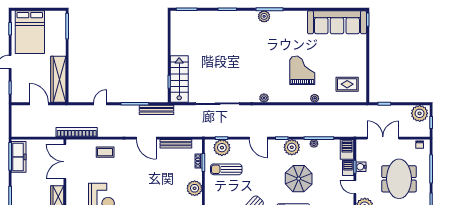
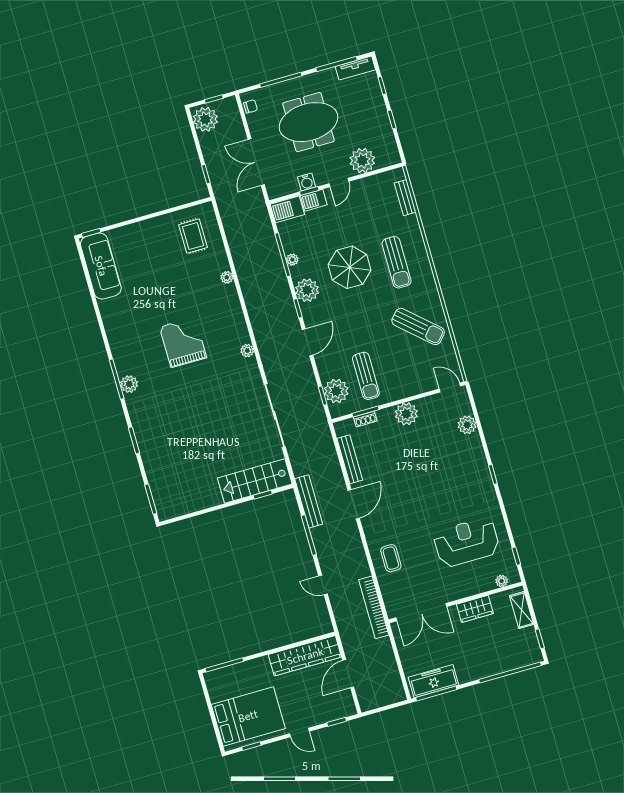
sofa: (337, 22) -> (101, 266), width x0.74, depth x0.79
grand piano: (302, 70) -> (183, 342), moved, turned 90

